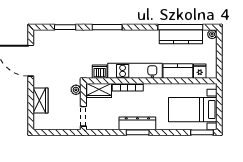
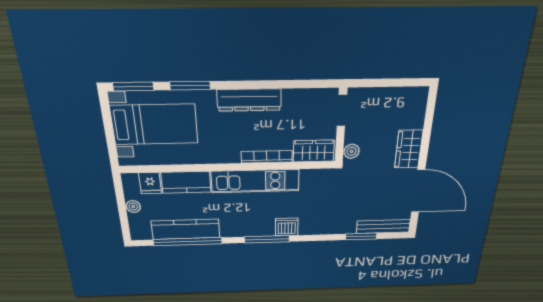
window: (107, 27) -> (267, 239), moved
bench: (51, 34) -> (383, 227), added
plant: (212, 34) -> (133, 207), moved
dishwasher: (100, 72) -> (287, 227), moved, turned 180
wardrobe: (41, 100) -> (409, 149), moved
window: (138, 132) -> (190, 86), moved

